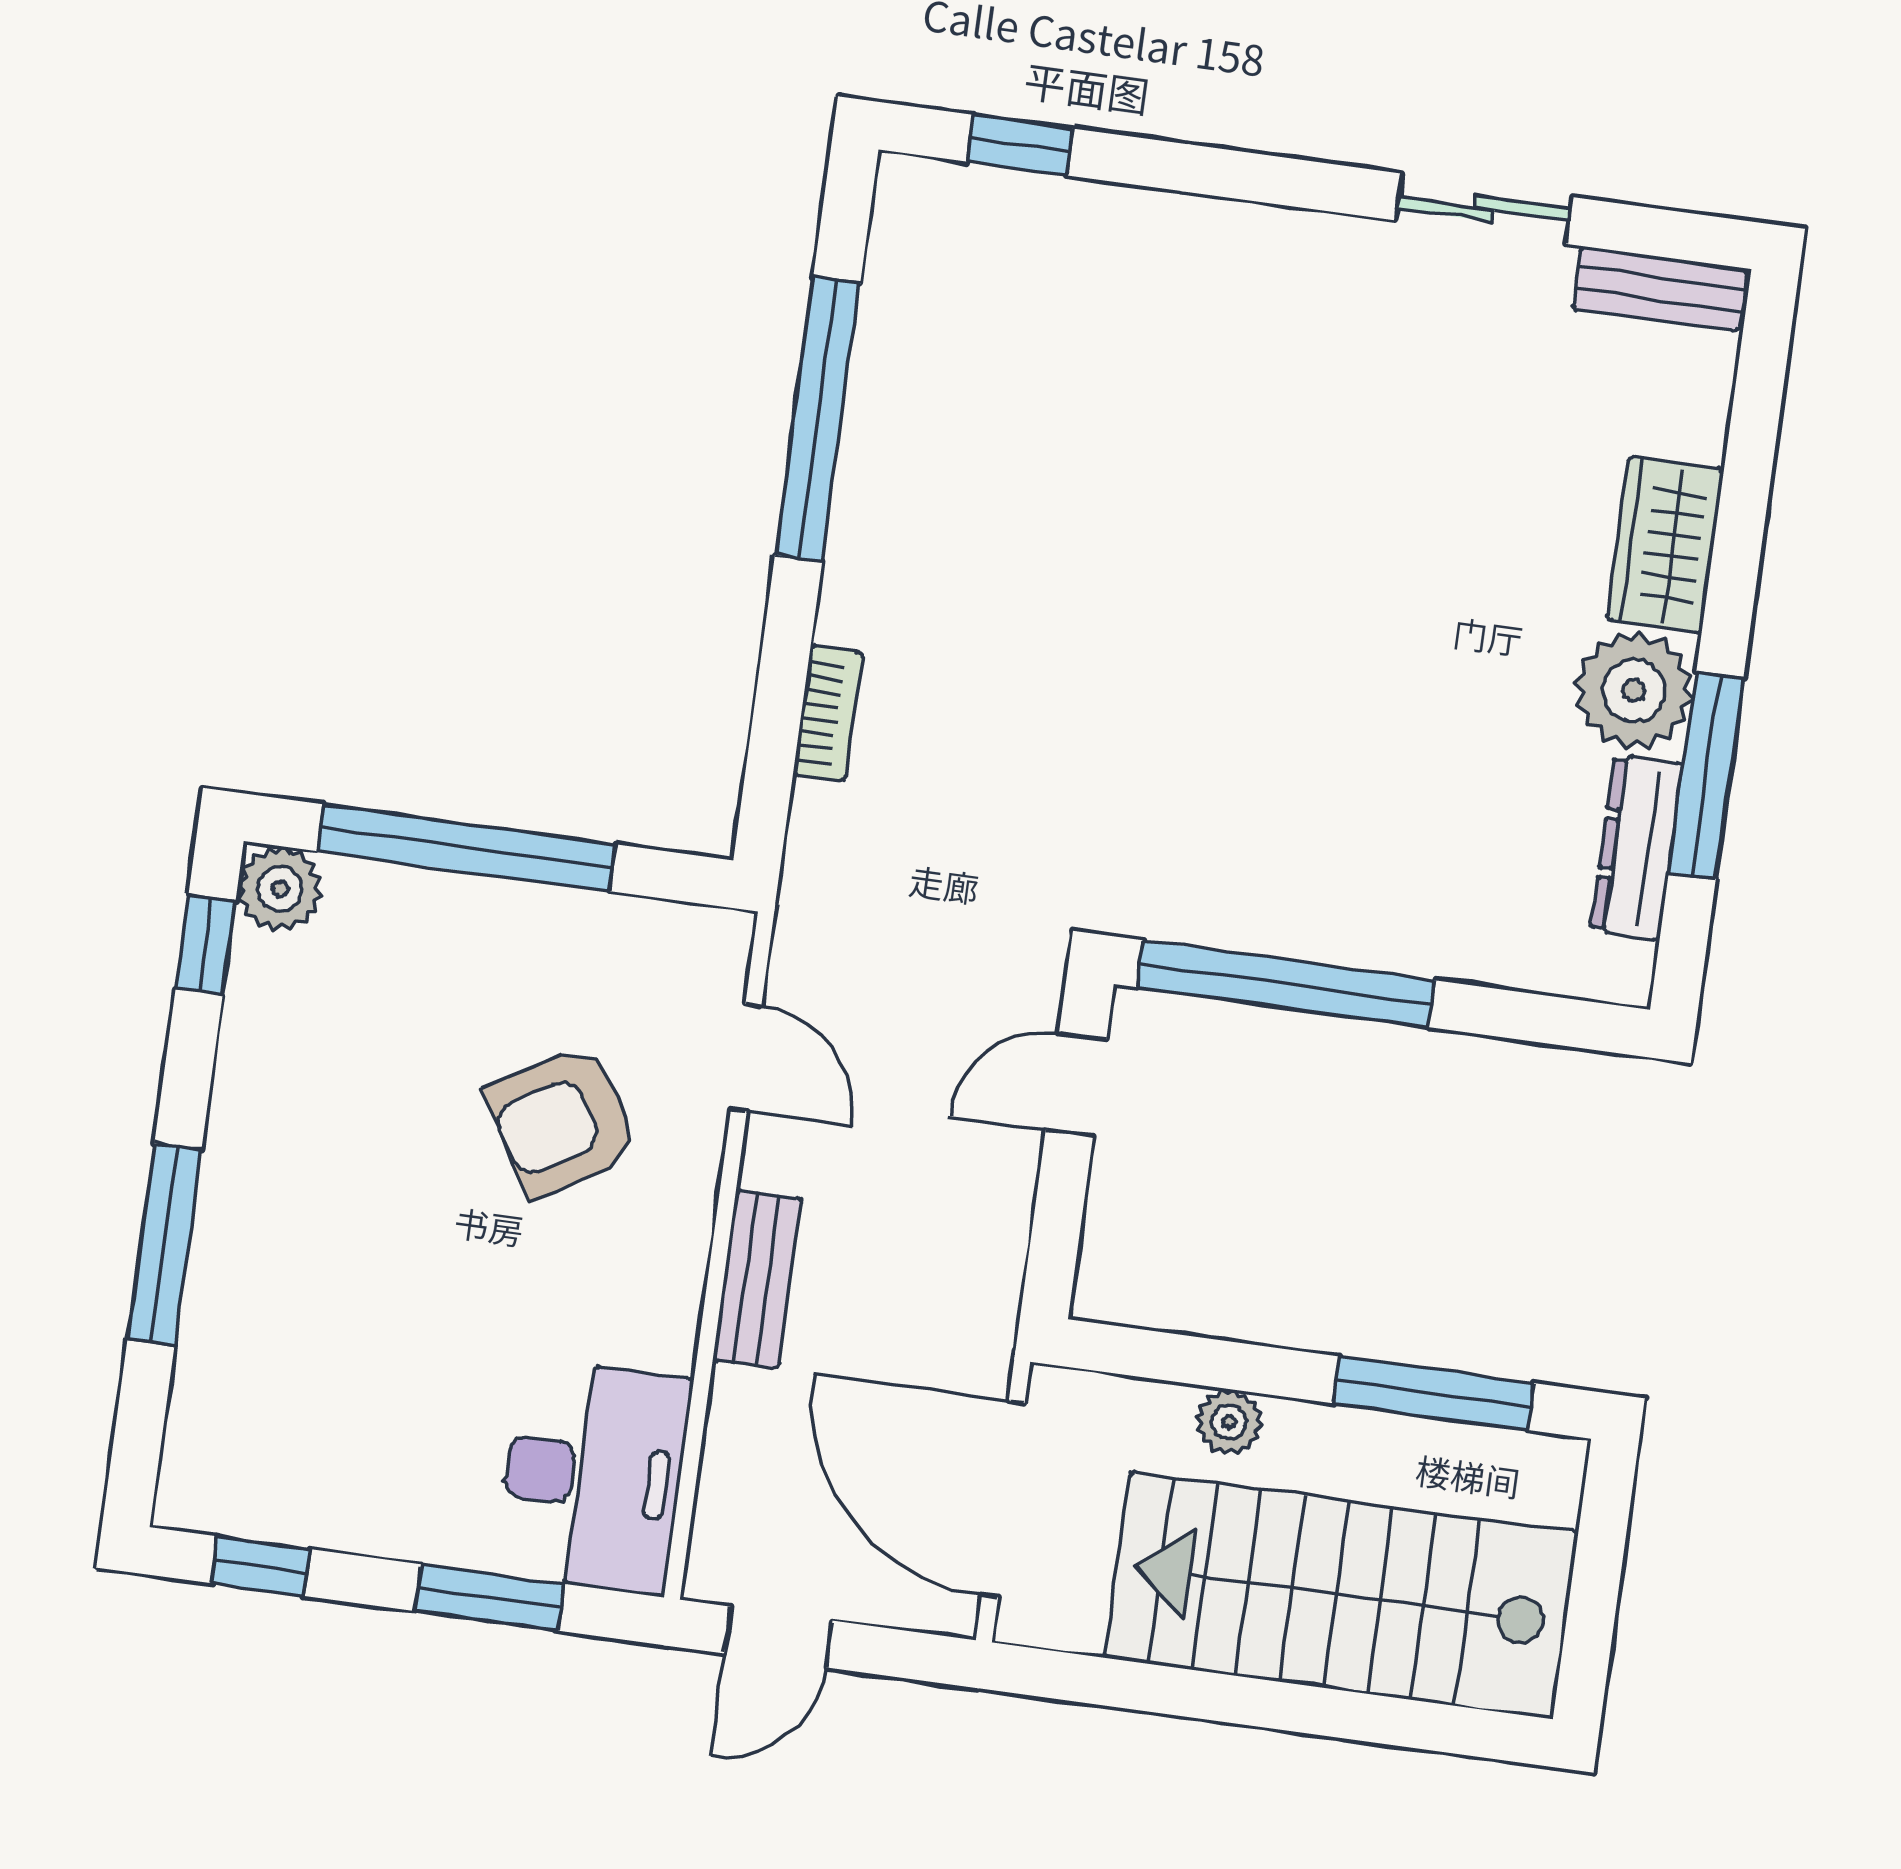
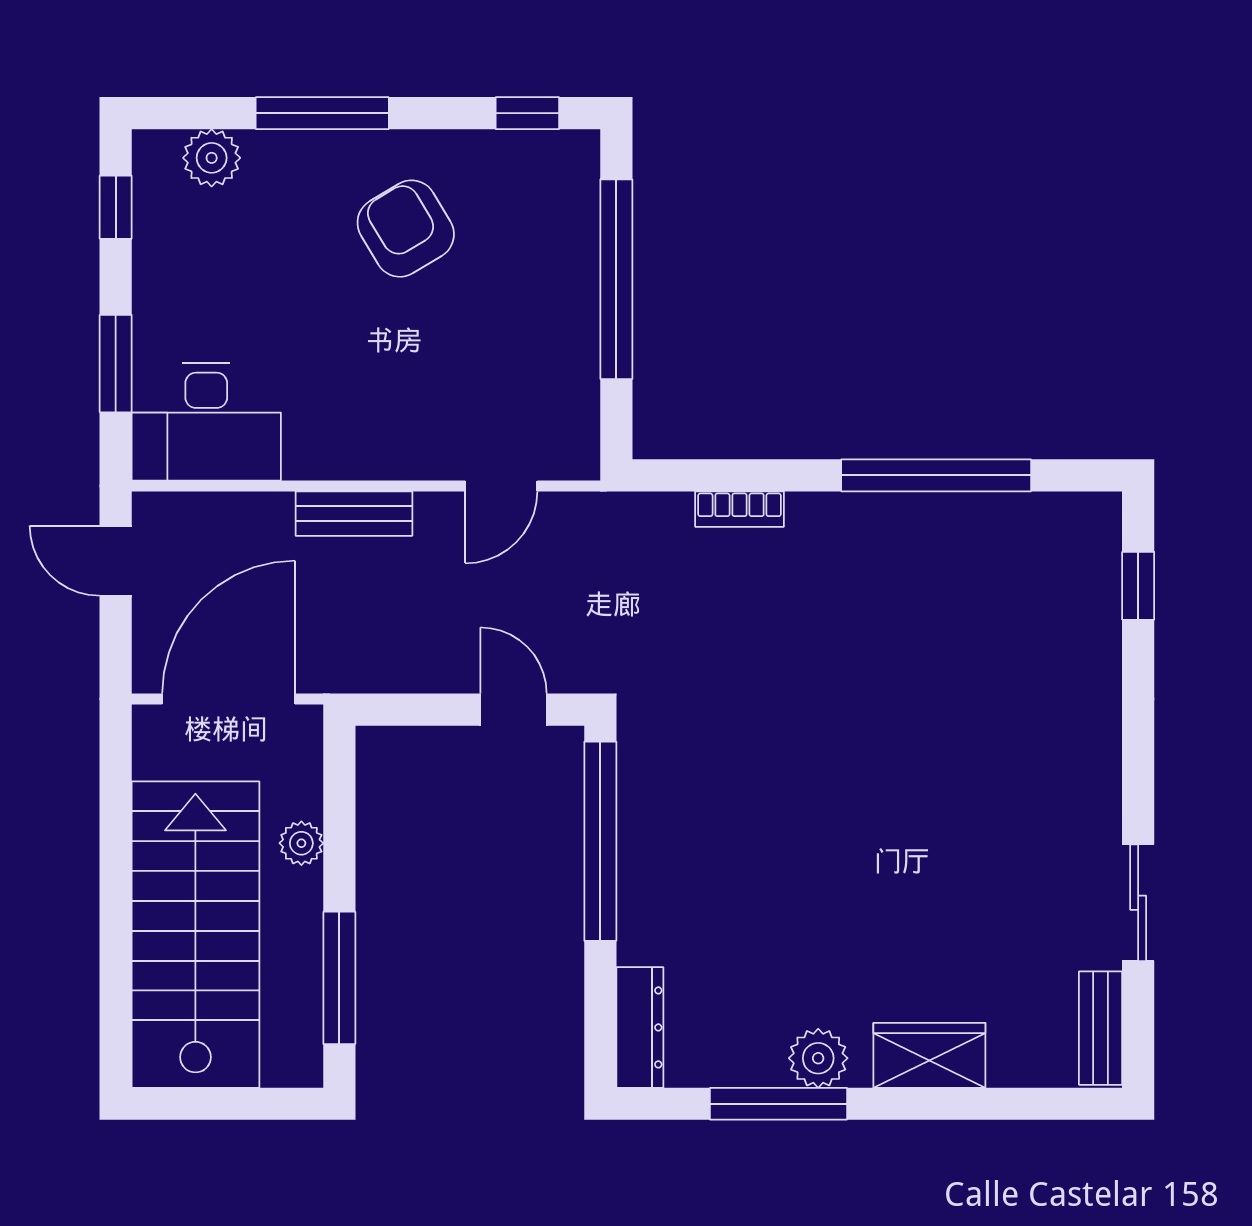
plant: (1634, 691) -> (818, 1058), width x0.73, depth x0.73
dresser: (1637, 847) -> (640, 1027), moved, turned 90
plant: (280, 889) -> (212, 158), moved
armchair: (563, 1121) -> (406, 229), moved

